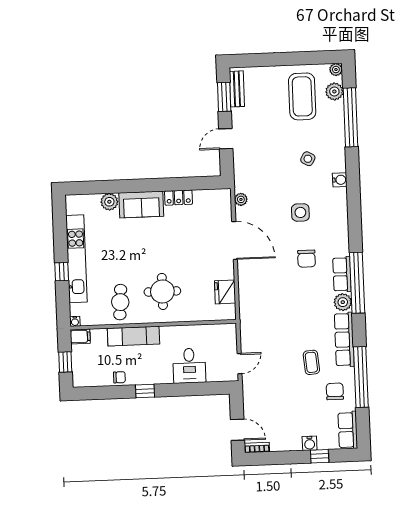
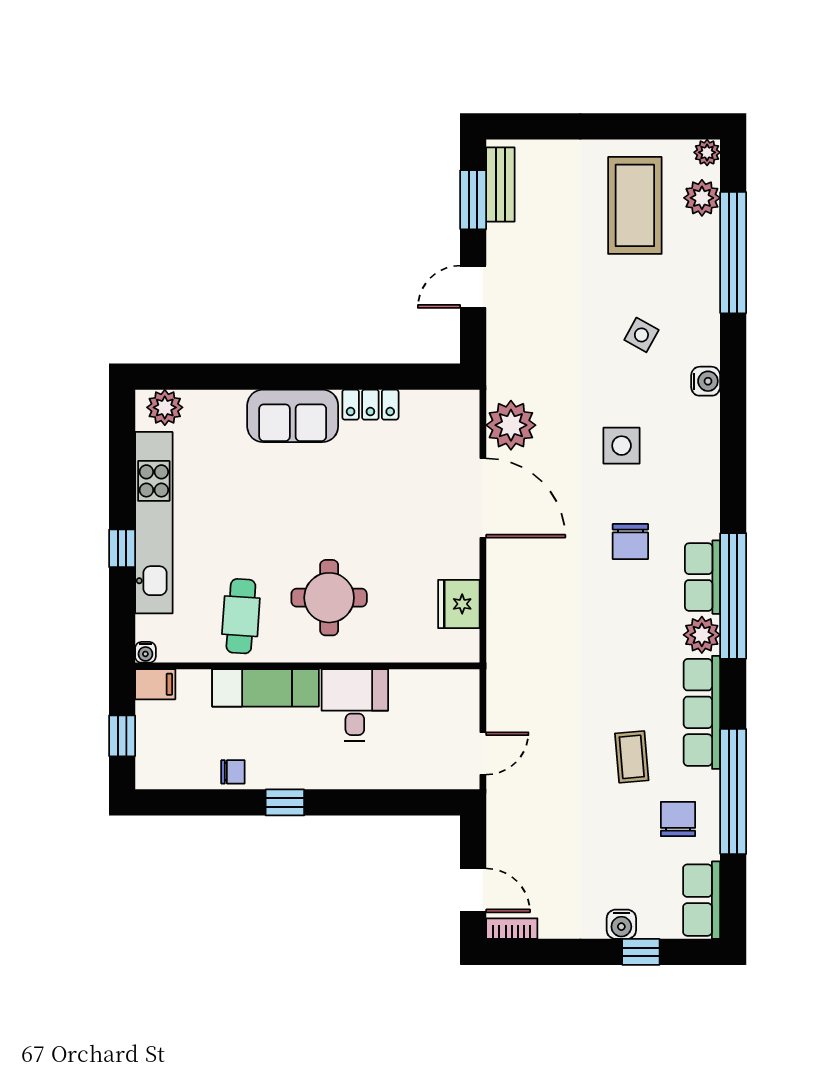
plant: (241, 199) -> (511, 425), width x1.88, depth x1.88
plant: (109, 202) -> (165, 407), moved
desk: (189, 366) -> (355, 705), moved, turned 180

